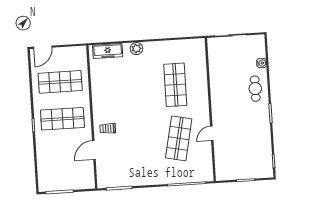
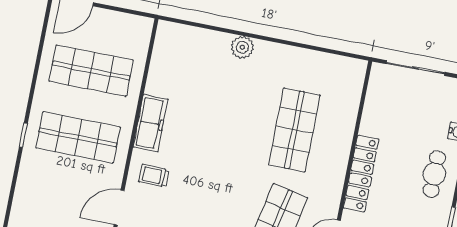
freezer: (108, 51) -> (151, 123), moved, turned -90
locker: (217, 99) -> (361, 174), added

